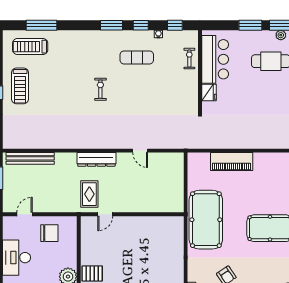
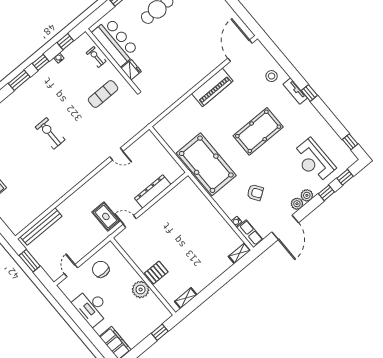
exercise mat: (137, 57) -> (103, 94), moved
exercise bike: (100, 89) -> (50, 133), width x1.38, depth x1.39
dresser: (96, 159) -> (153, 191), moved, turned 180
piano: (232, 162) -> (212, 87), moved
door: (105, 214) -> (130, 221), swing flipped
chair: (49, 233) -> (101, 269), turned -90

